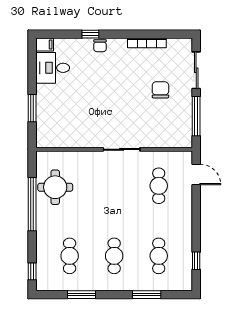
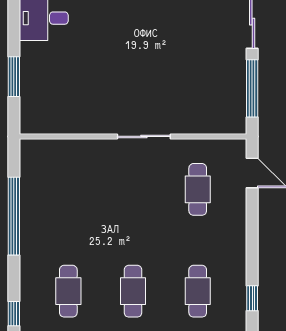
chair: (160, 90) -> (200, 50), removed
round table: (55, 187) -> (47, 191), removed

